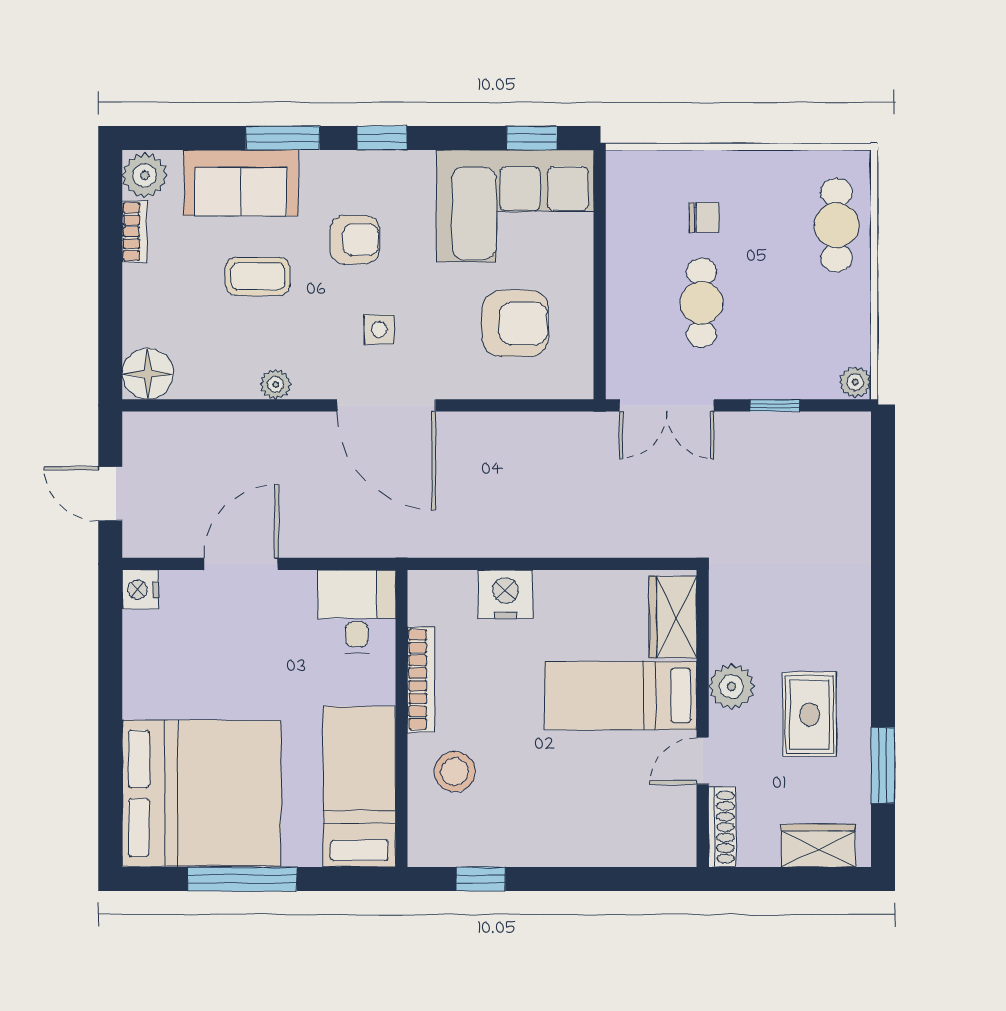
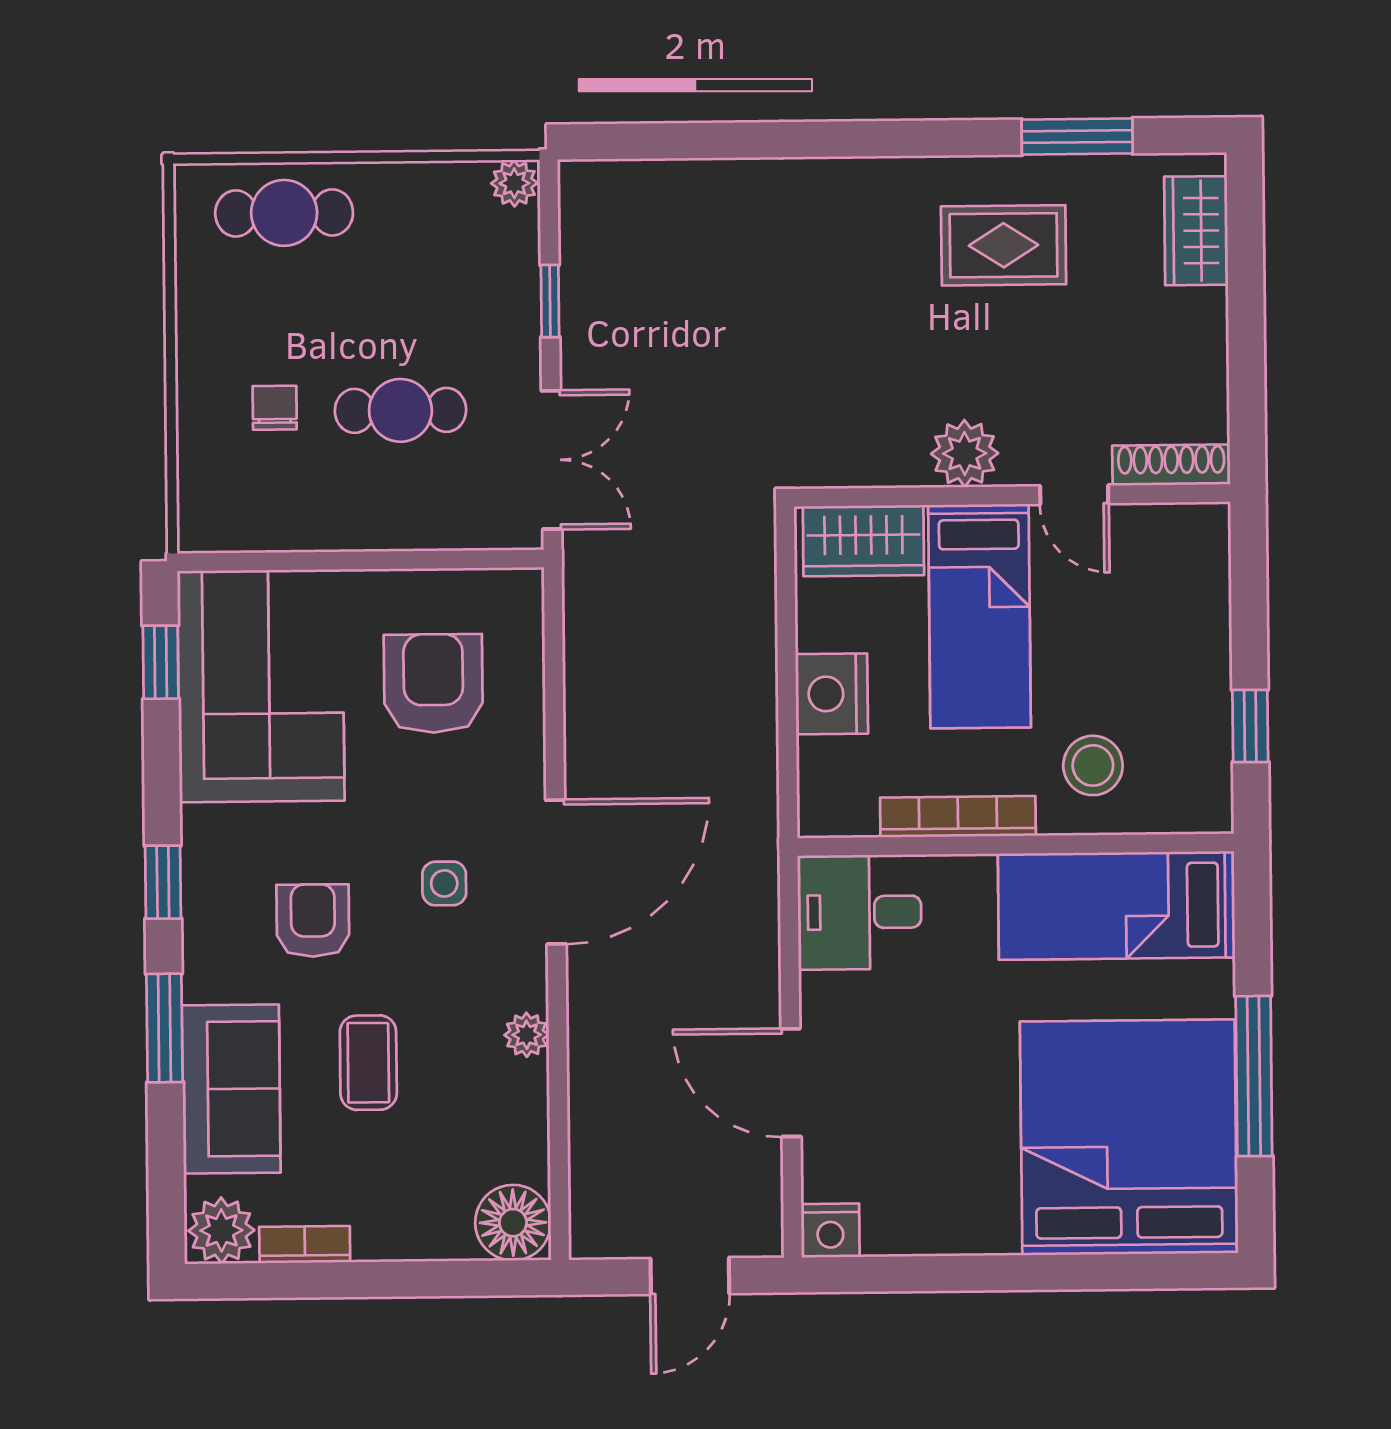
wardrobe: (673, 617) -> (863, 541), moved
plant: (732, 687) -> (965, 453), moved
bed: (621, 696) -> (980, 616), moved
wall: (703, 718) -> (1012, 495), moved
door: (703, 761) -> (1074, 495), moved
shoe rack: (722, 827) -> (1171, 465), moved

